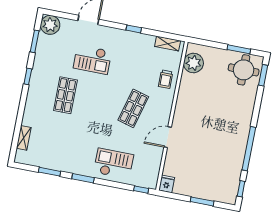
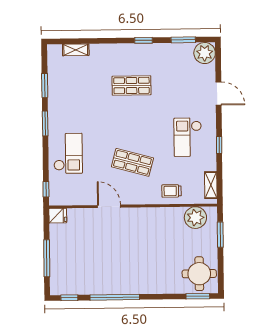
window: (239, 49) -> (220, 235), moved
checkout: (92, 60) -> (188, 137), moved
window: (202, 201) -> (47, 258), width x1.44

